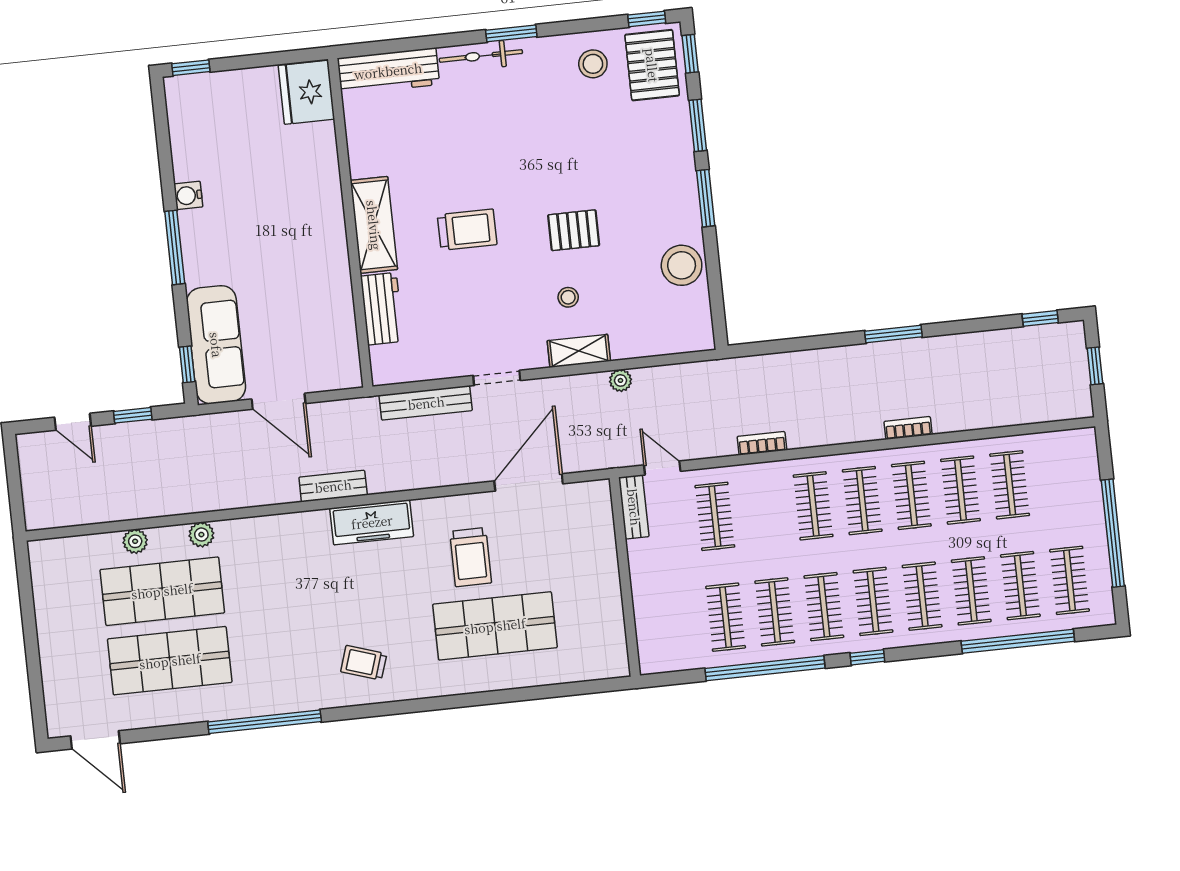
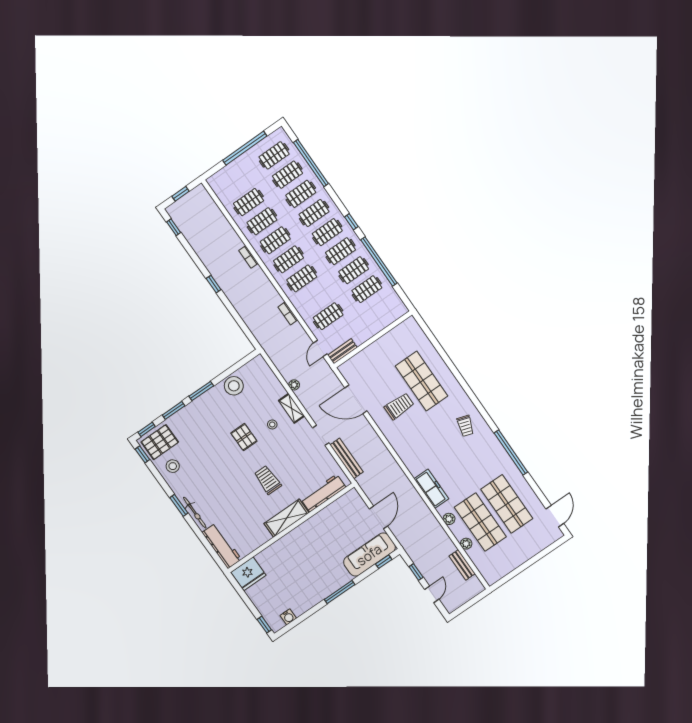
water cooler: (188, 195) -> (288, 617), moved
workbench: (382, 309) -> (323, 493), width x1.37
window: (893, 334) -> (214, 284), width x0.67
bench: (333, 486) -> (462, 565), moved
freezer: (372, 522) -> (431, 489), moved

